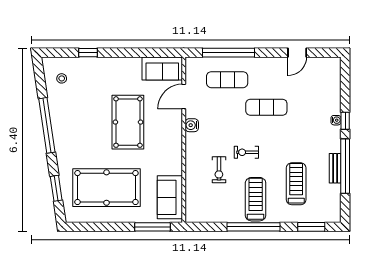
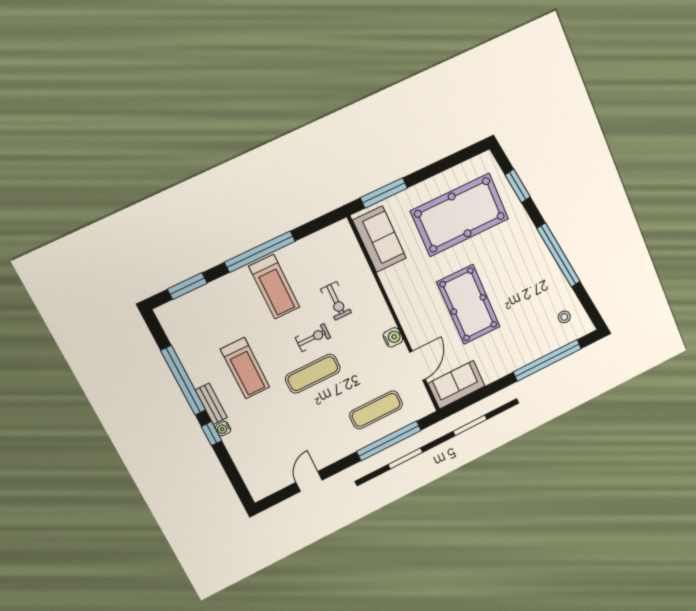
window: (88, 53) -> (547, 360), width x3.17
exercise mat: (266, 107) -> (313, 374), moved
bench: (335, 168) -> (211, 404), moved
exercise bike: (219, 170) -> (336, 301), turned 180
treadmill: (296, 184) -> (245, 368), moved

